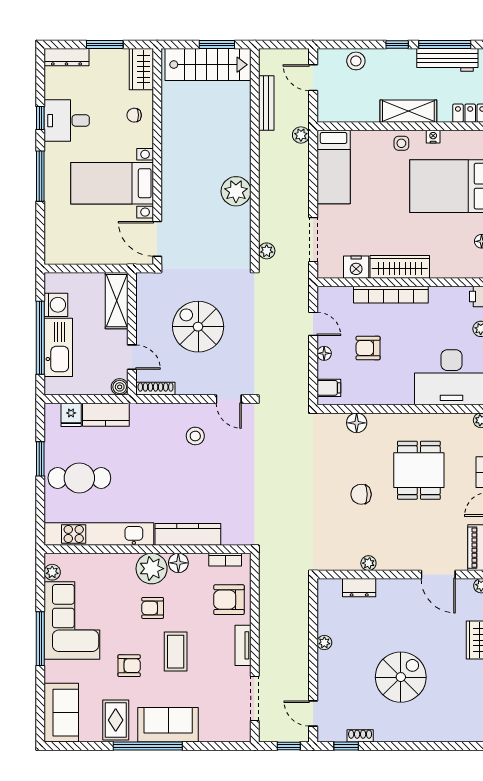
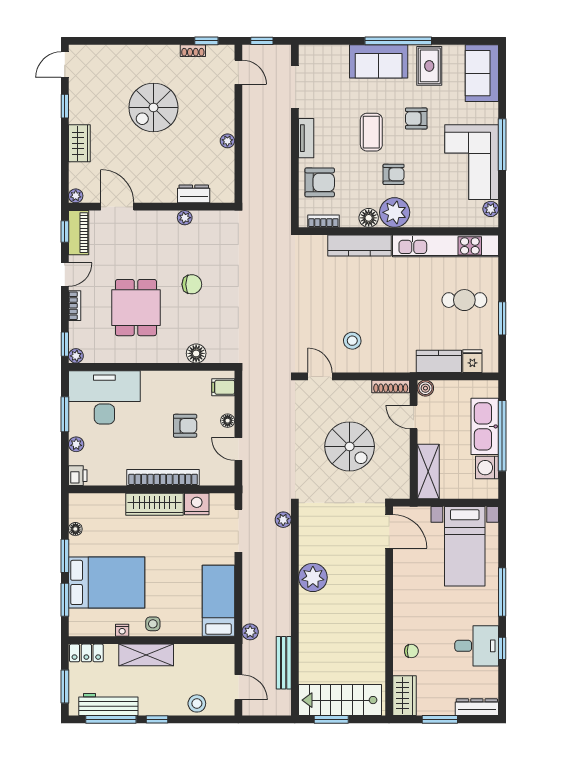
bed with nightstands: (112, 183) -> (465, 546), moved, turned 90
cafe table: (79, 478) -> (464, 300), width x0.73, depth x0.74

